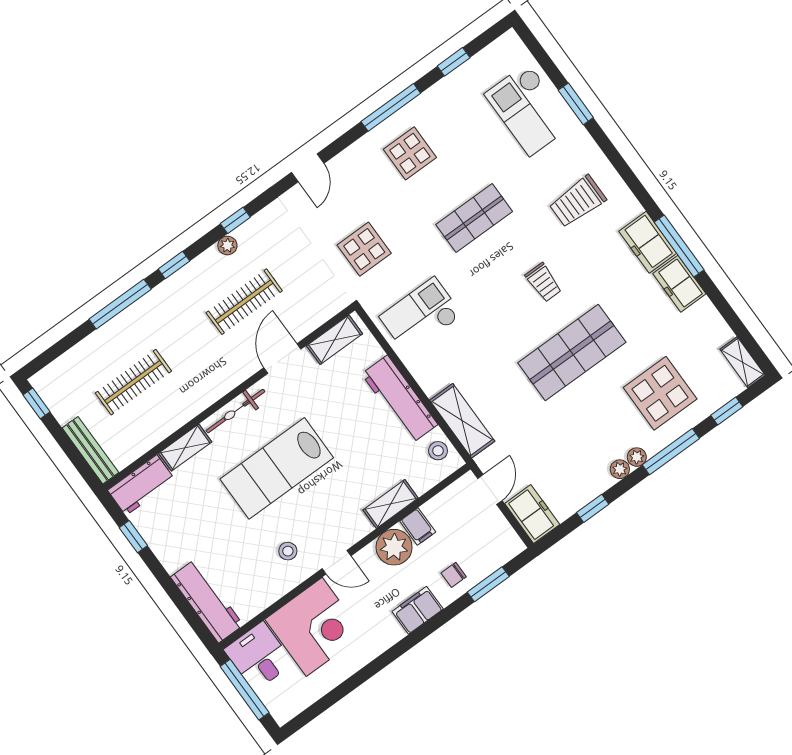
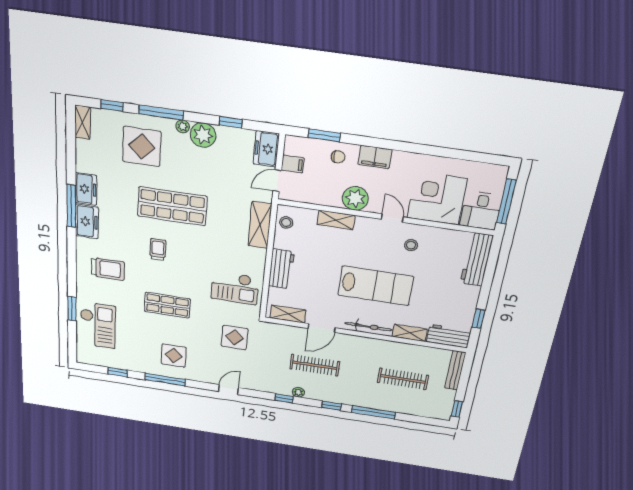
workbench: (400, 399) -> (281, 269), width x0.73
plant: (620, 469) -> (203, 135), width x1.87, depth x1.87
filing cabinet: (418, 527) -> (293, 164), moved, turned 90

